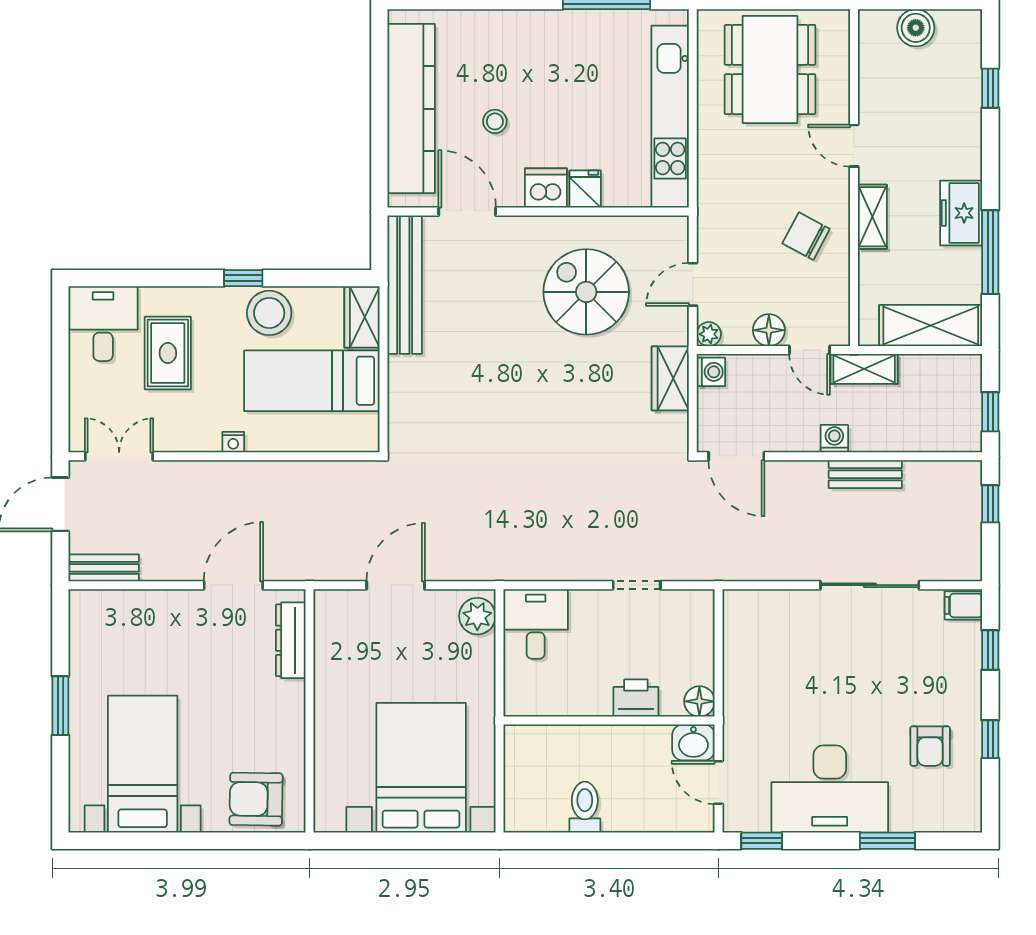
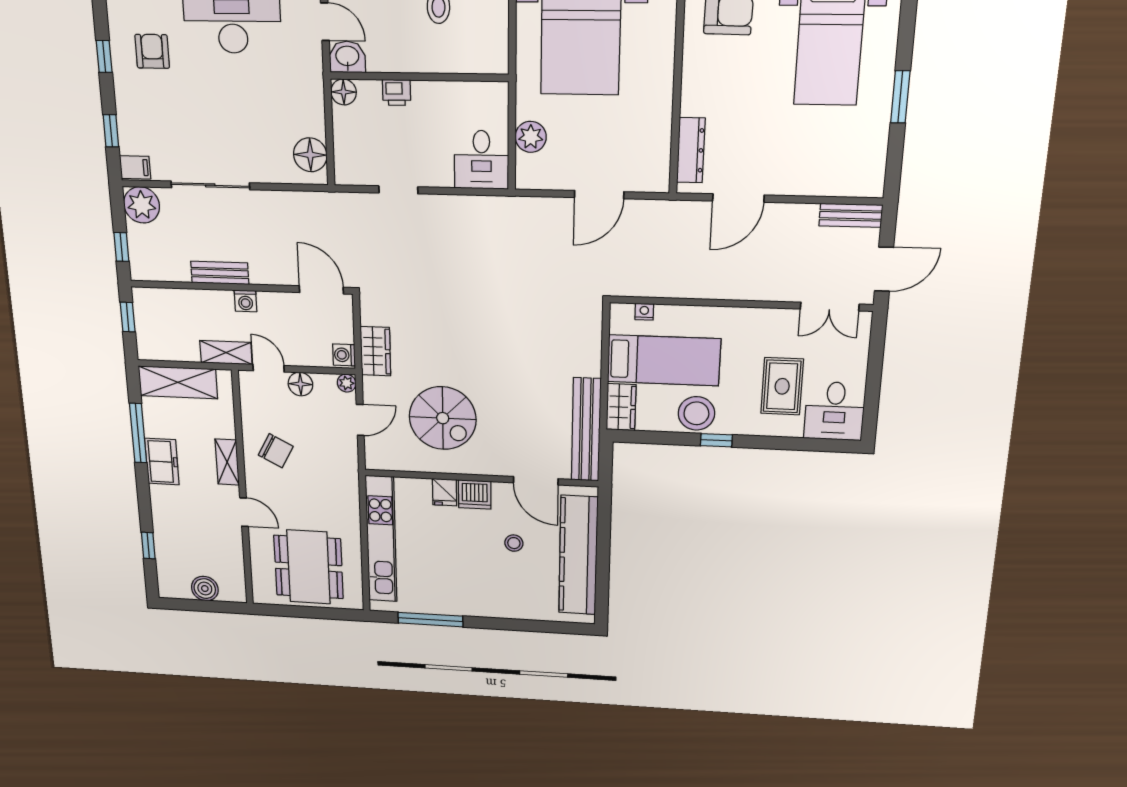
nightstand: (233, 442) -> (644, 312), moved
plant: (959, 558) -> (142, 205), added
plant: (477, 616) -> (531, 137), moved
floor lamp: (743, 626) -> (310, 155), added
printer: (636, 698) -> (397, 93), width x0.73, depth x0.81

